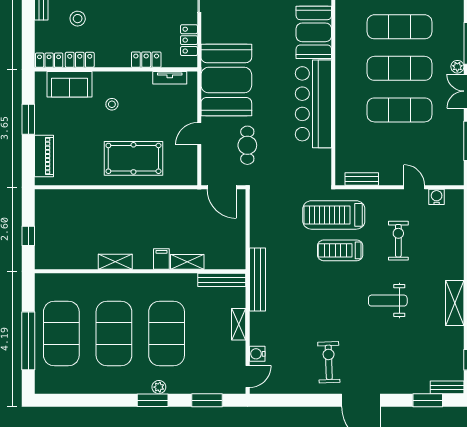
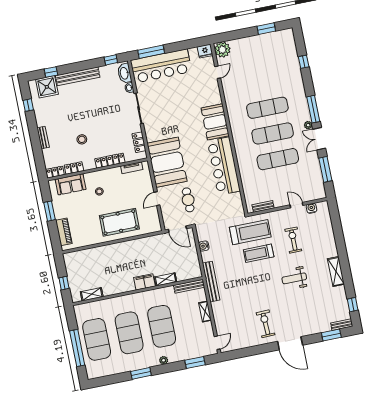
stool: (78, 19) -> (82, 139), moved
locker: (146, 60) -> (110, 161), width x1.53
treadmill: (334, 215) -> (250, 232), turned 180
filing cabinet: (161, 259) -> (144, 282), width x2.00
shelving: (115, 262) -> (92, 294), moved
water cooler: (257, 354) -> (204, 246), moved
window: (153, 400) -> (141, 373), moved

